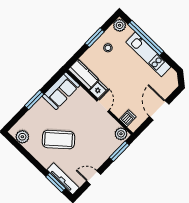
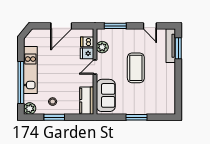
fridge: (99, 90) -> (87, 53), moved
sofa: (61, 91) -> (106, 95), moved, turned 90
plant: (121, 134) -> (102, 47), moved
plant: (22, 137) -> (169, 101), removed
coffee table: (58, 140) -> (136, 68), moved, turned 41

